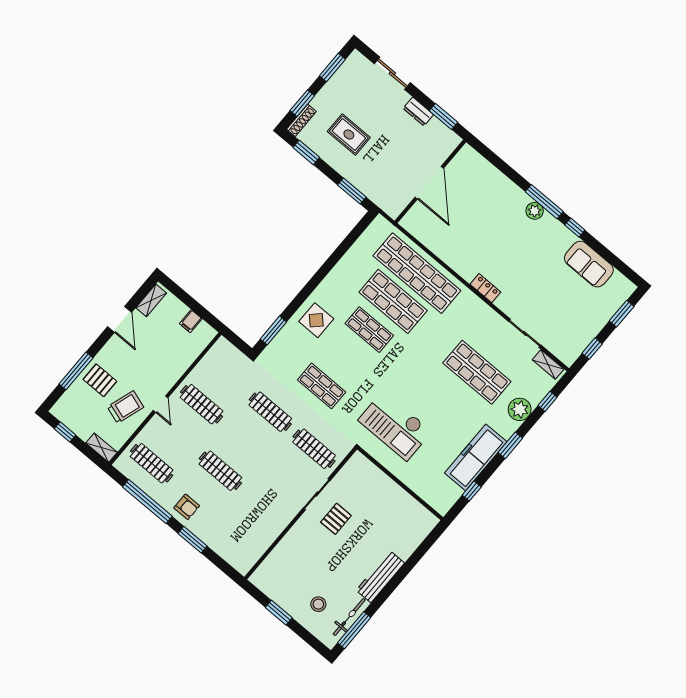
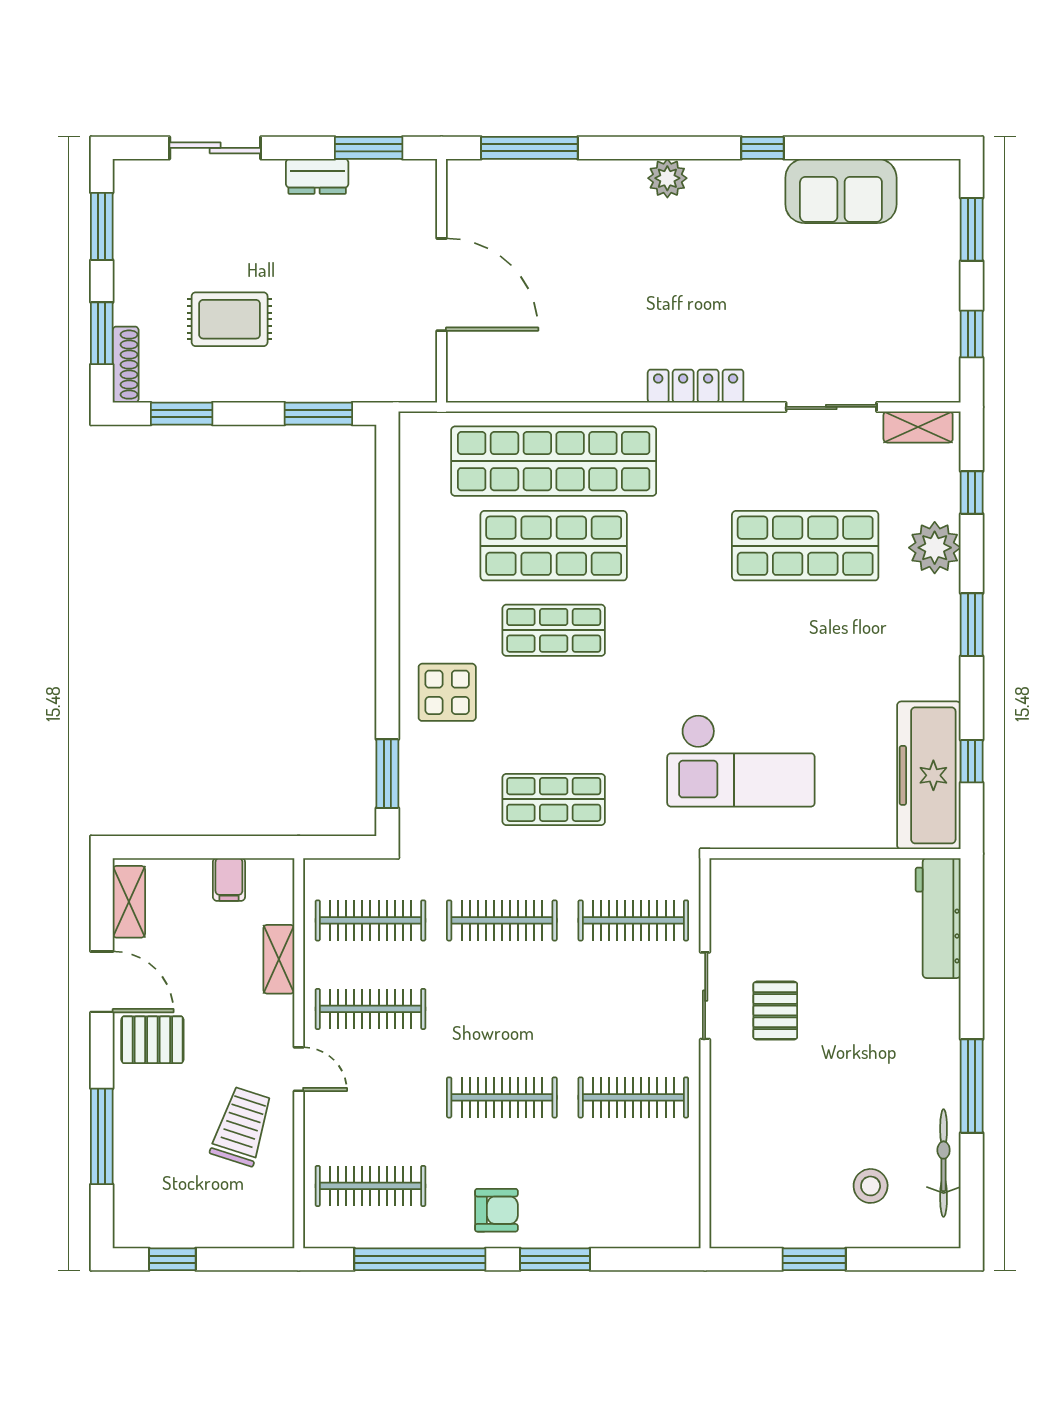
window: (544, 202) -> (529, 148), moved
locker: (485, 288) -> (696, 386), width x1.53
clothes rail: (226, 375) -> (370, 920), added
pallet: (100, 380) -> (152, 1040), moved
shelving: (102, 448) -> (279, 959), moved, turned 90
freezer: (476, 457) -> (929, 775), moved
clothes rail: (264, 508) -> (633, 1097), added
workbench: (380, 577) -> (938, 918), moved
window: (354, 630) -> (972, 1086), moved

